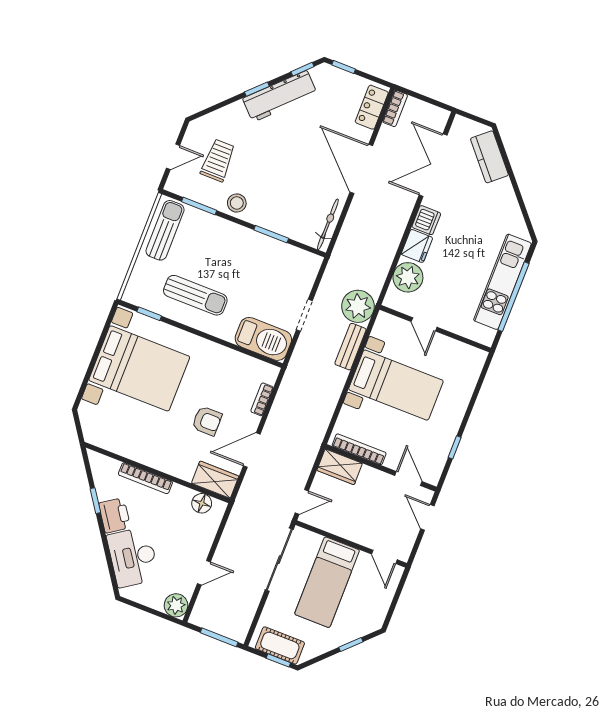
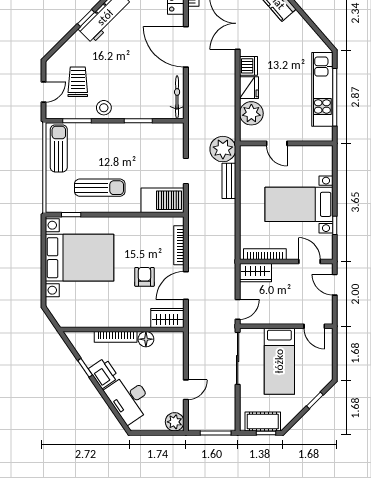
bed with nightstands: (396, 385) -> (299, 204), moved, turned 180
bookcase: (262, 399) -> (179, 245), width x1.56
armchair: (207, 421) -> (144, 277), turned -90
floor lamp: (202, 503) -> (146, 339), moved

